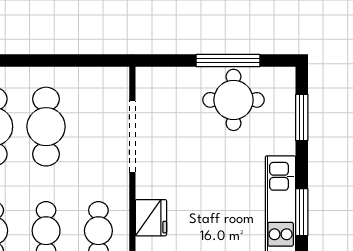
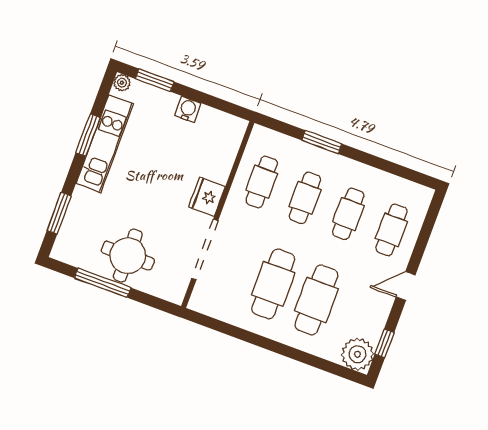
round table: (233, 100) -> (128, 256), moved
fridge: (151, 218) -> (207, 197), moved

